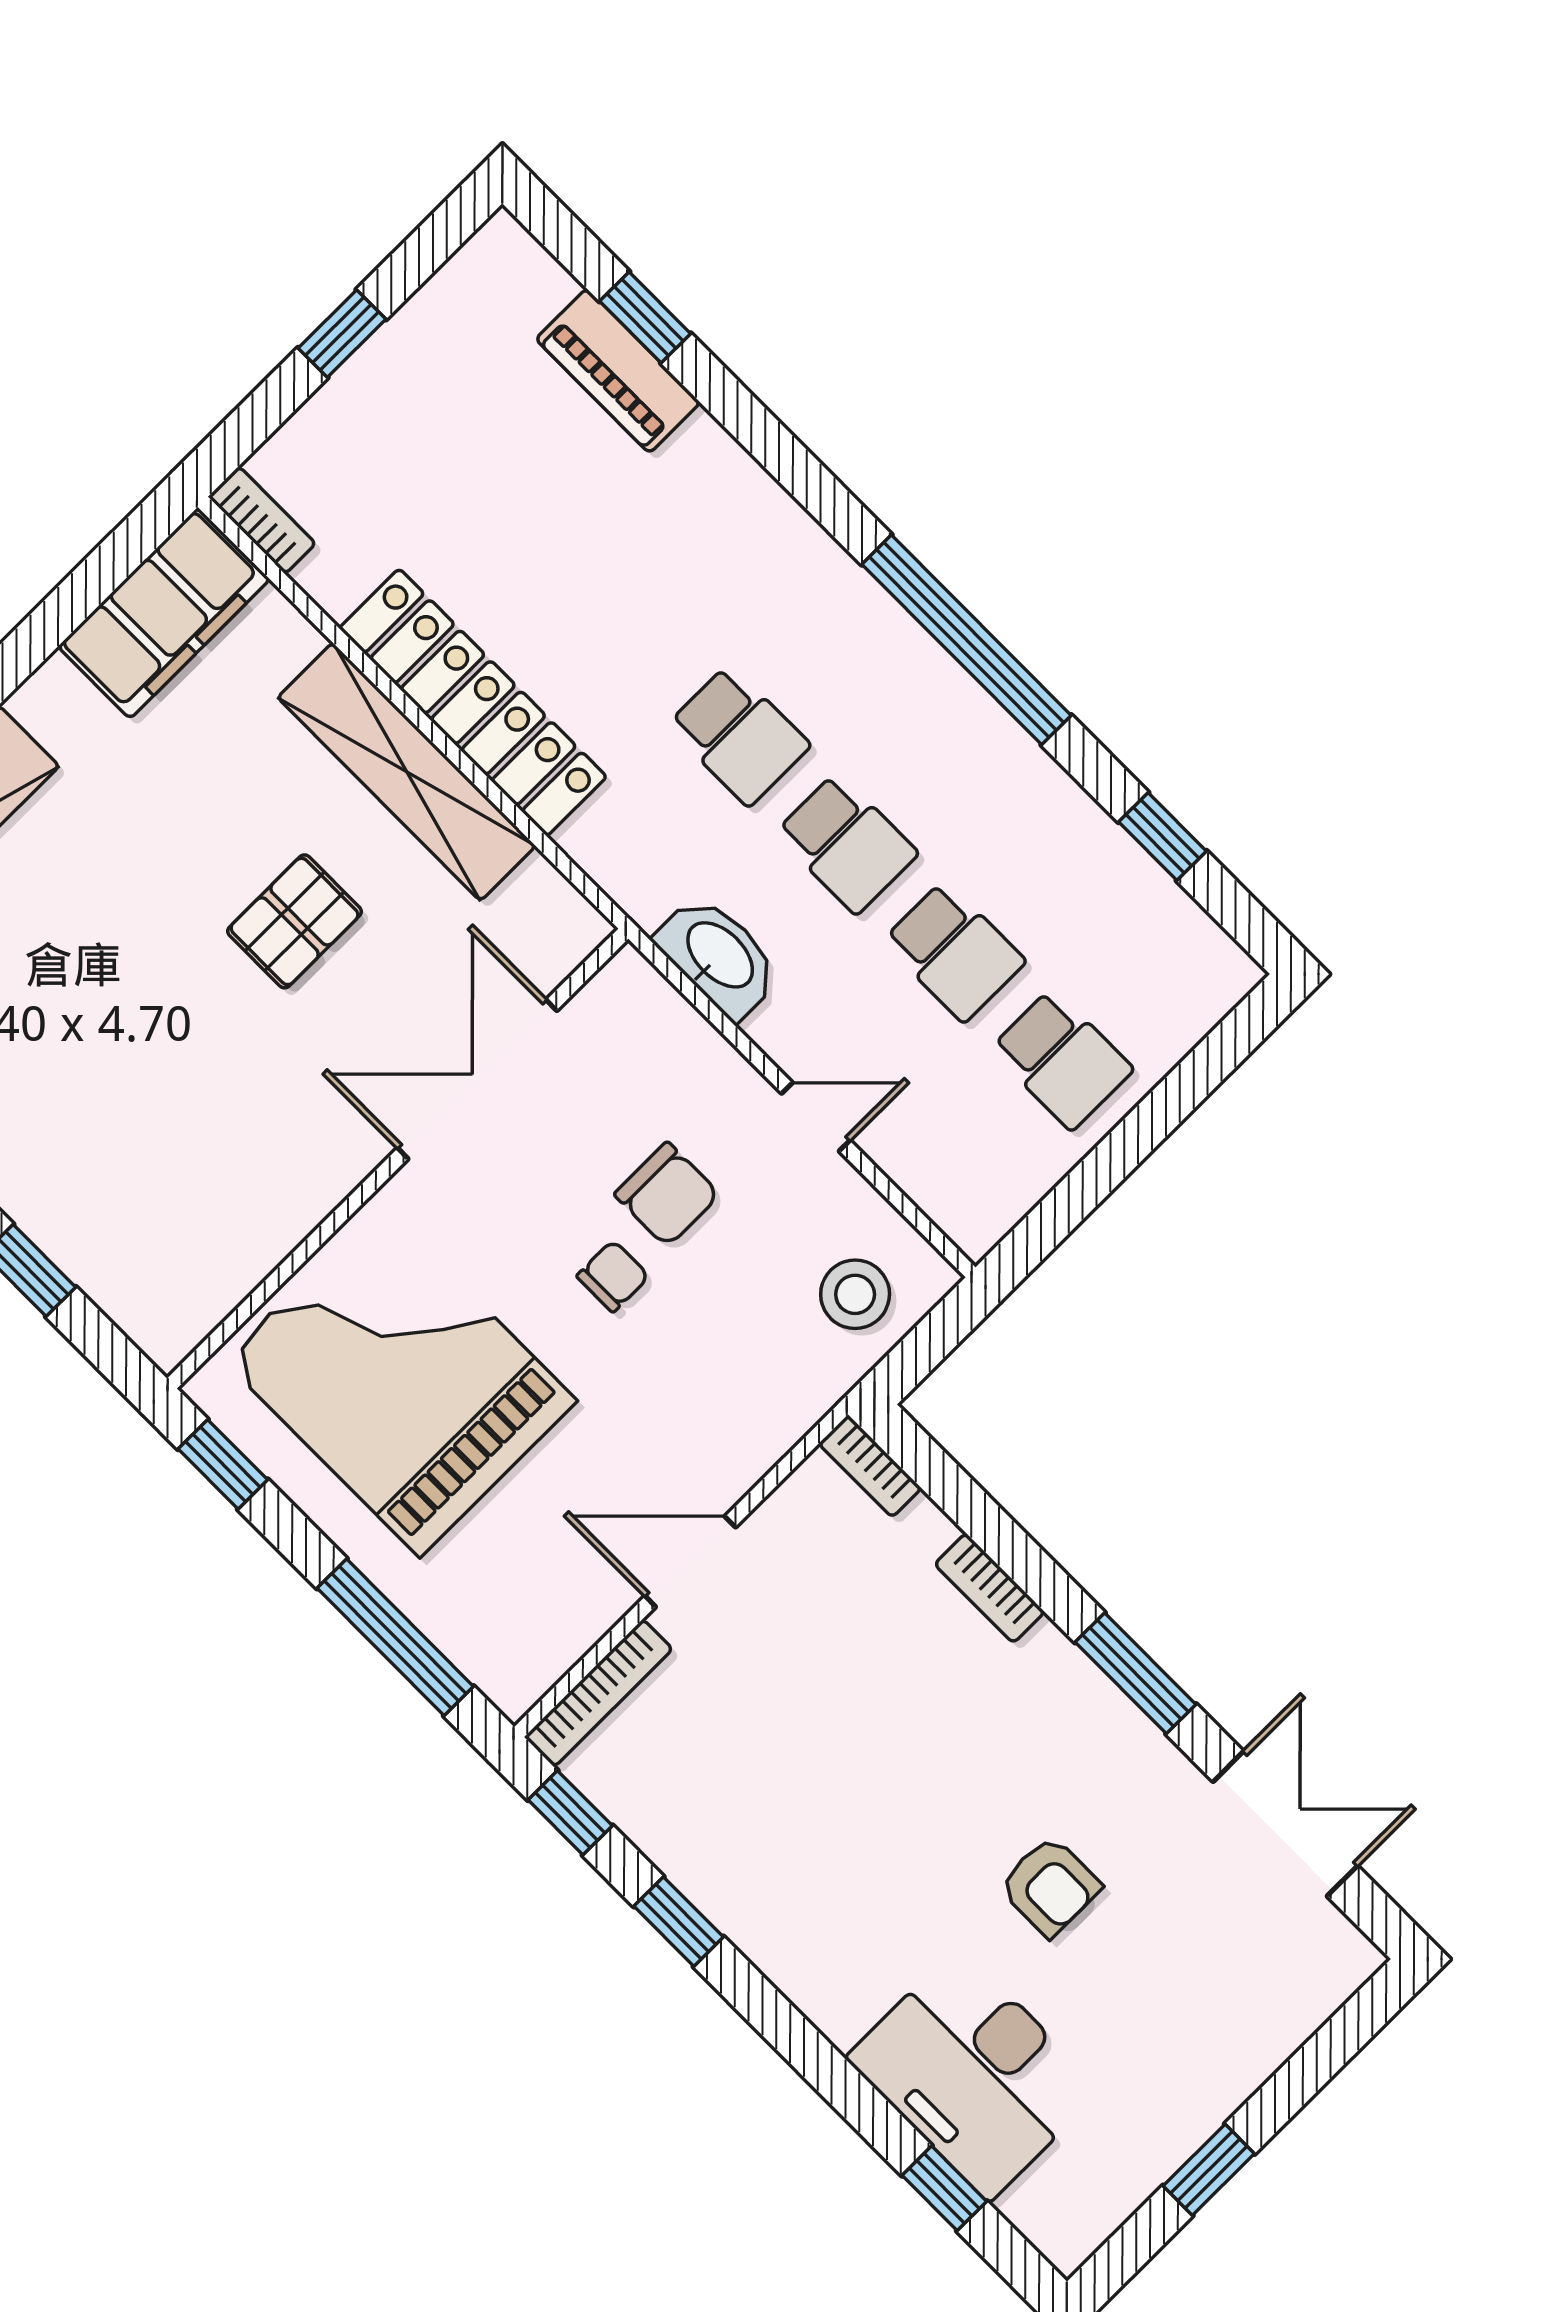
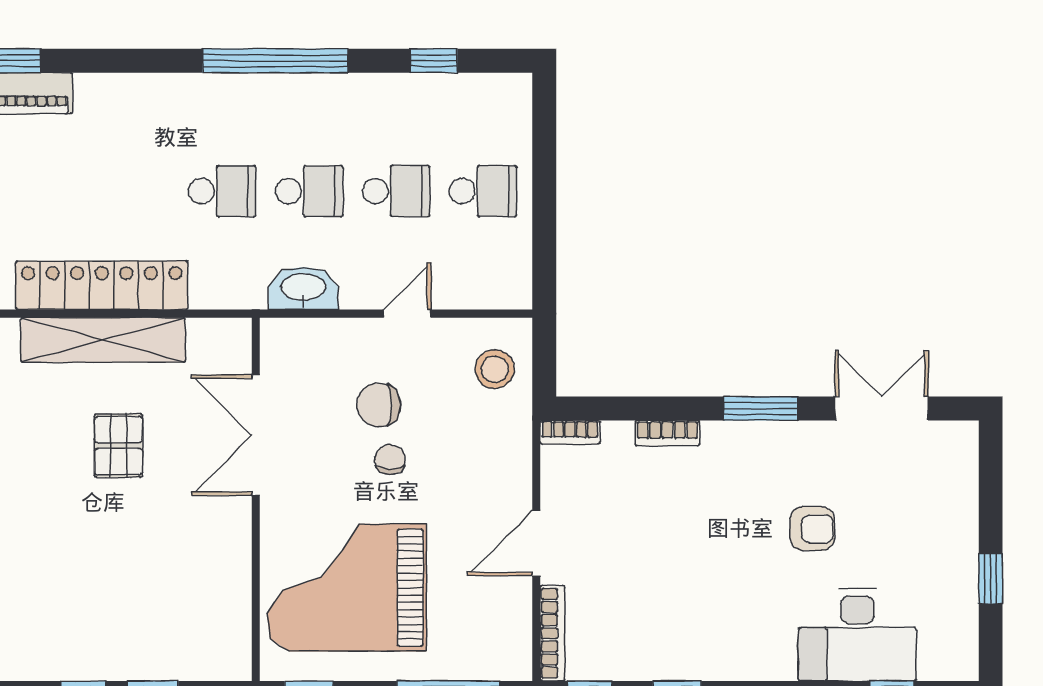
chair: (667, 1194) -> (379, 405), turned 180

